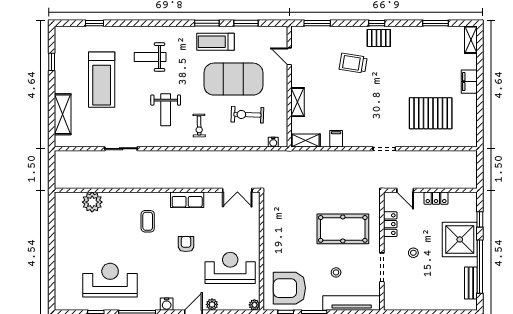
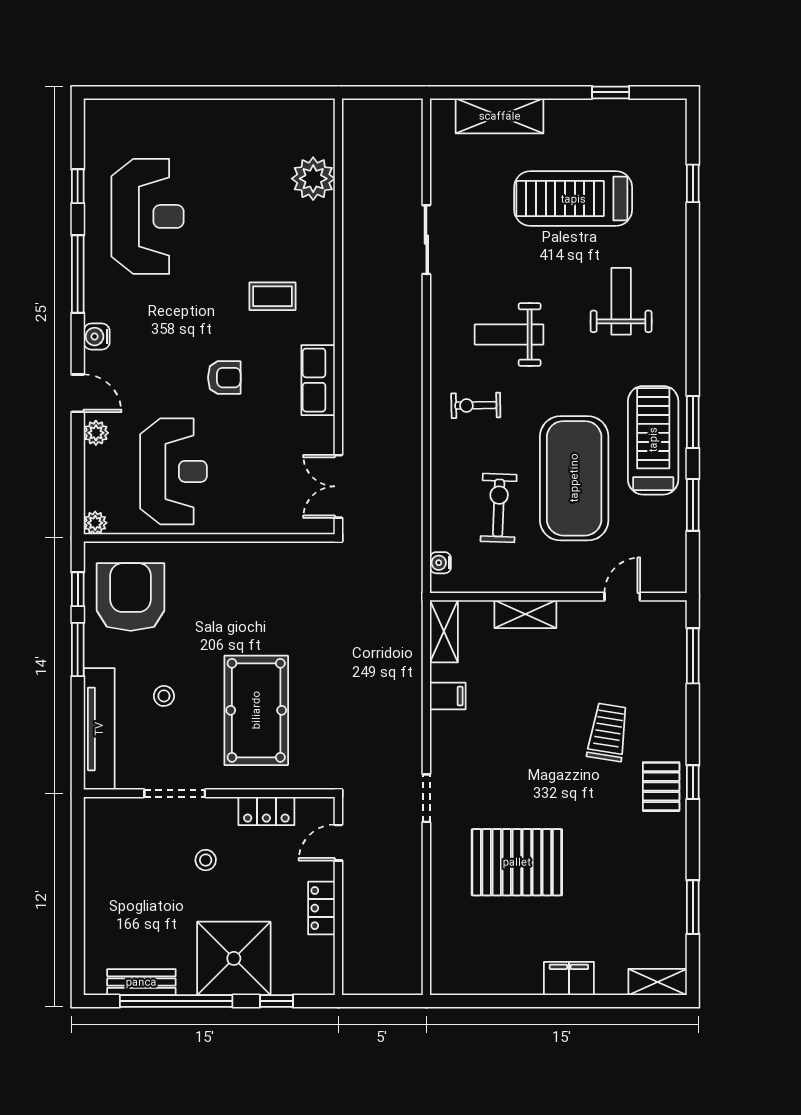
treadmill: (216, 42) -> (653, 440), width x1.37, depth x1.38
pallet: (431, 113) -> (517, 862), moved, turned 90

